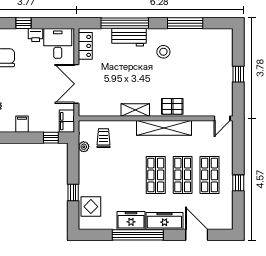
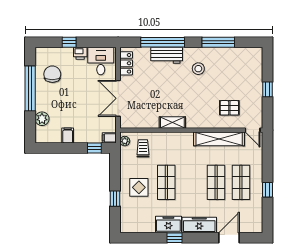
pallet: (172, 106) -> (229, 108), moved
door: (222, 118) -> (253, 130), hinge flipped
filing cabinet: (67, 121) -> (109, 138), width x0.50
shelving: (164, 128) -> (219, 139), moved
plant: (84, 147) -> (125, 141), moved
shop shelf: (156, 175) -> (166, 182), moved
display table: (91, 207) -> (139, 187), moved
window: (138, 235) -> (175, 238), width x0.32
door: (197, 235) -> (229, 238), hinge flipped

